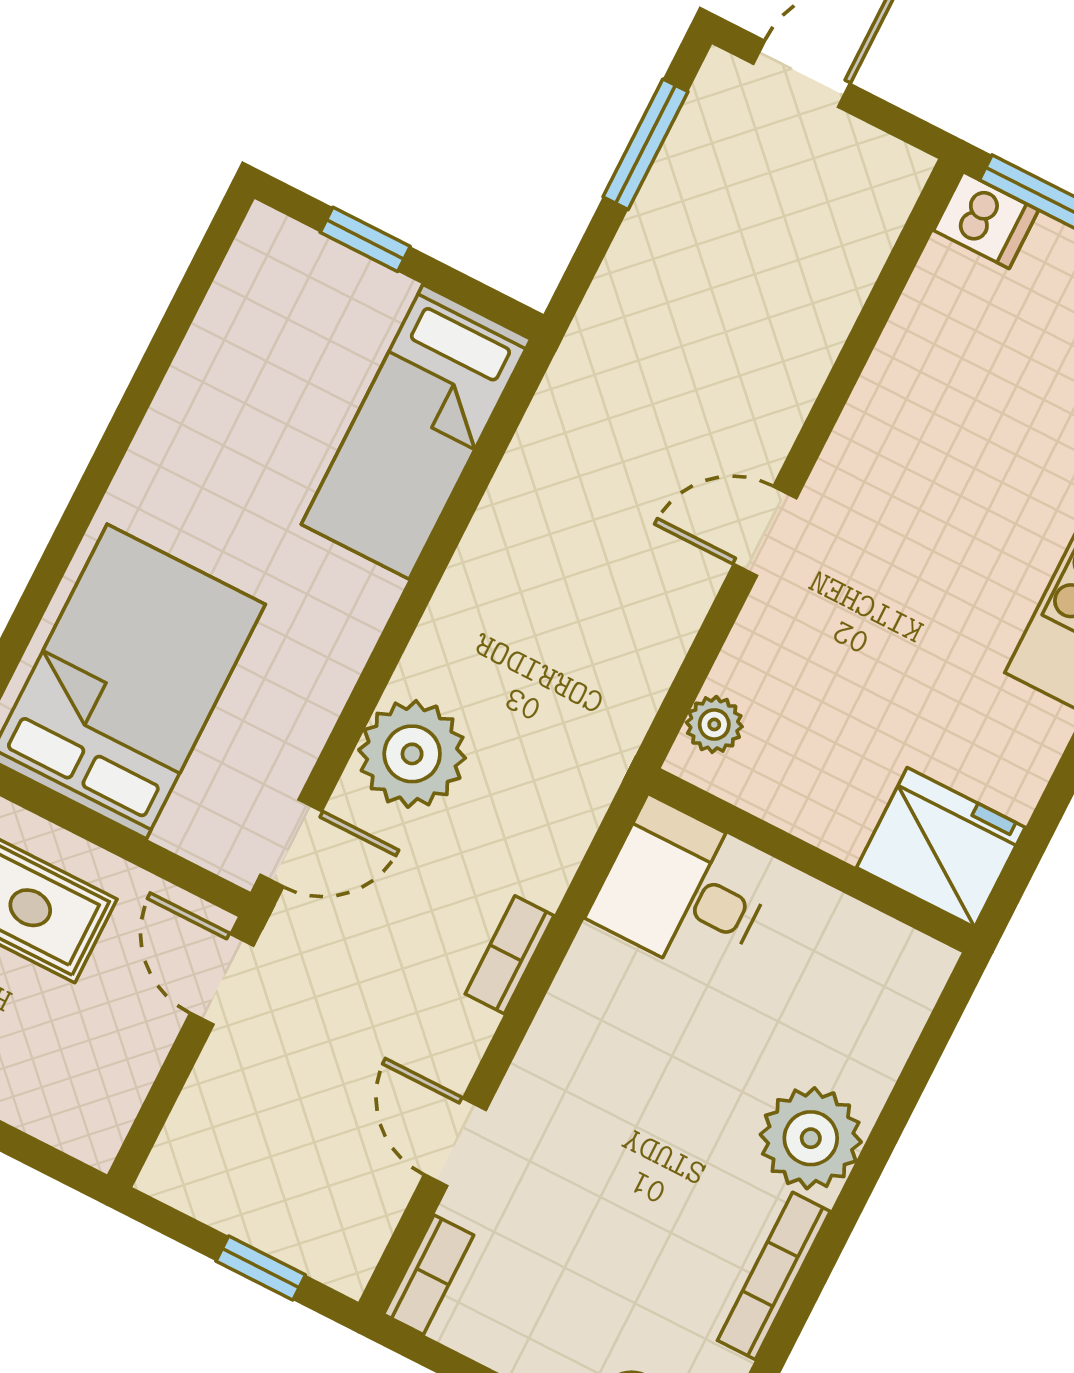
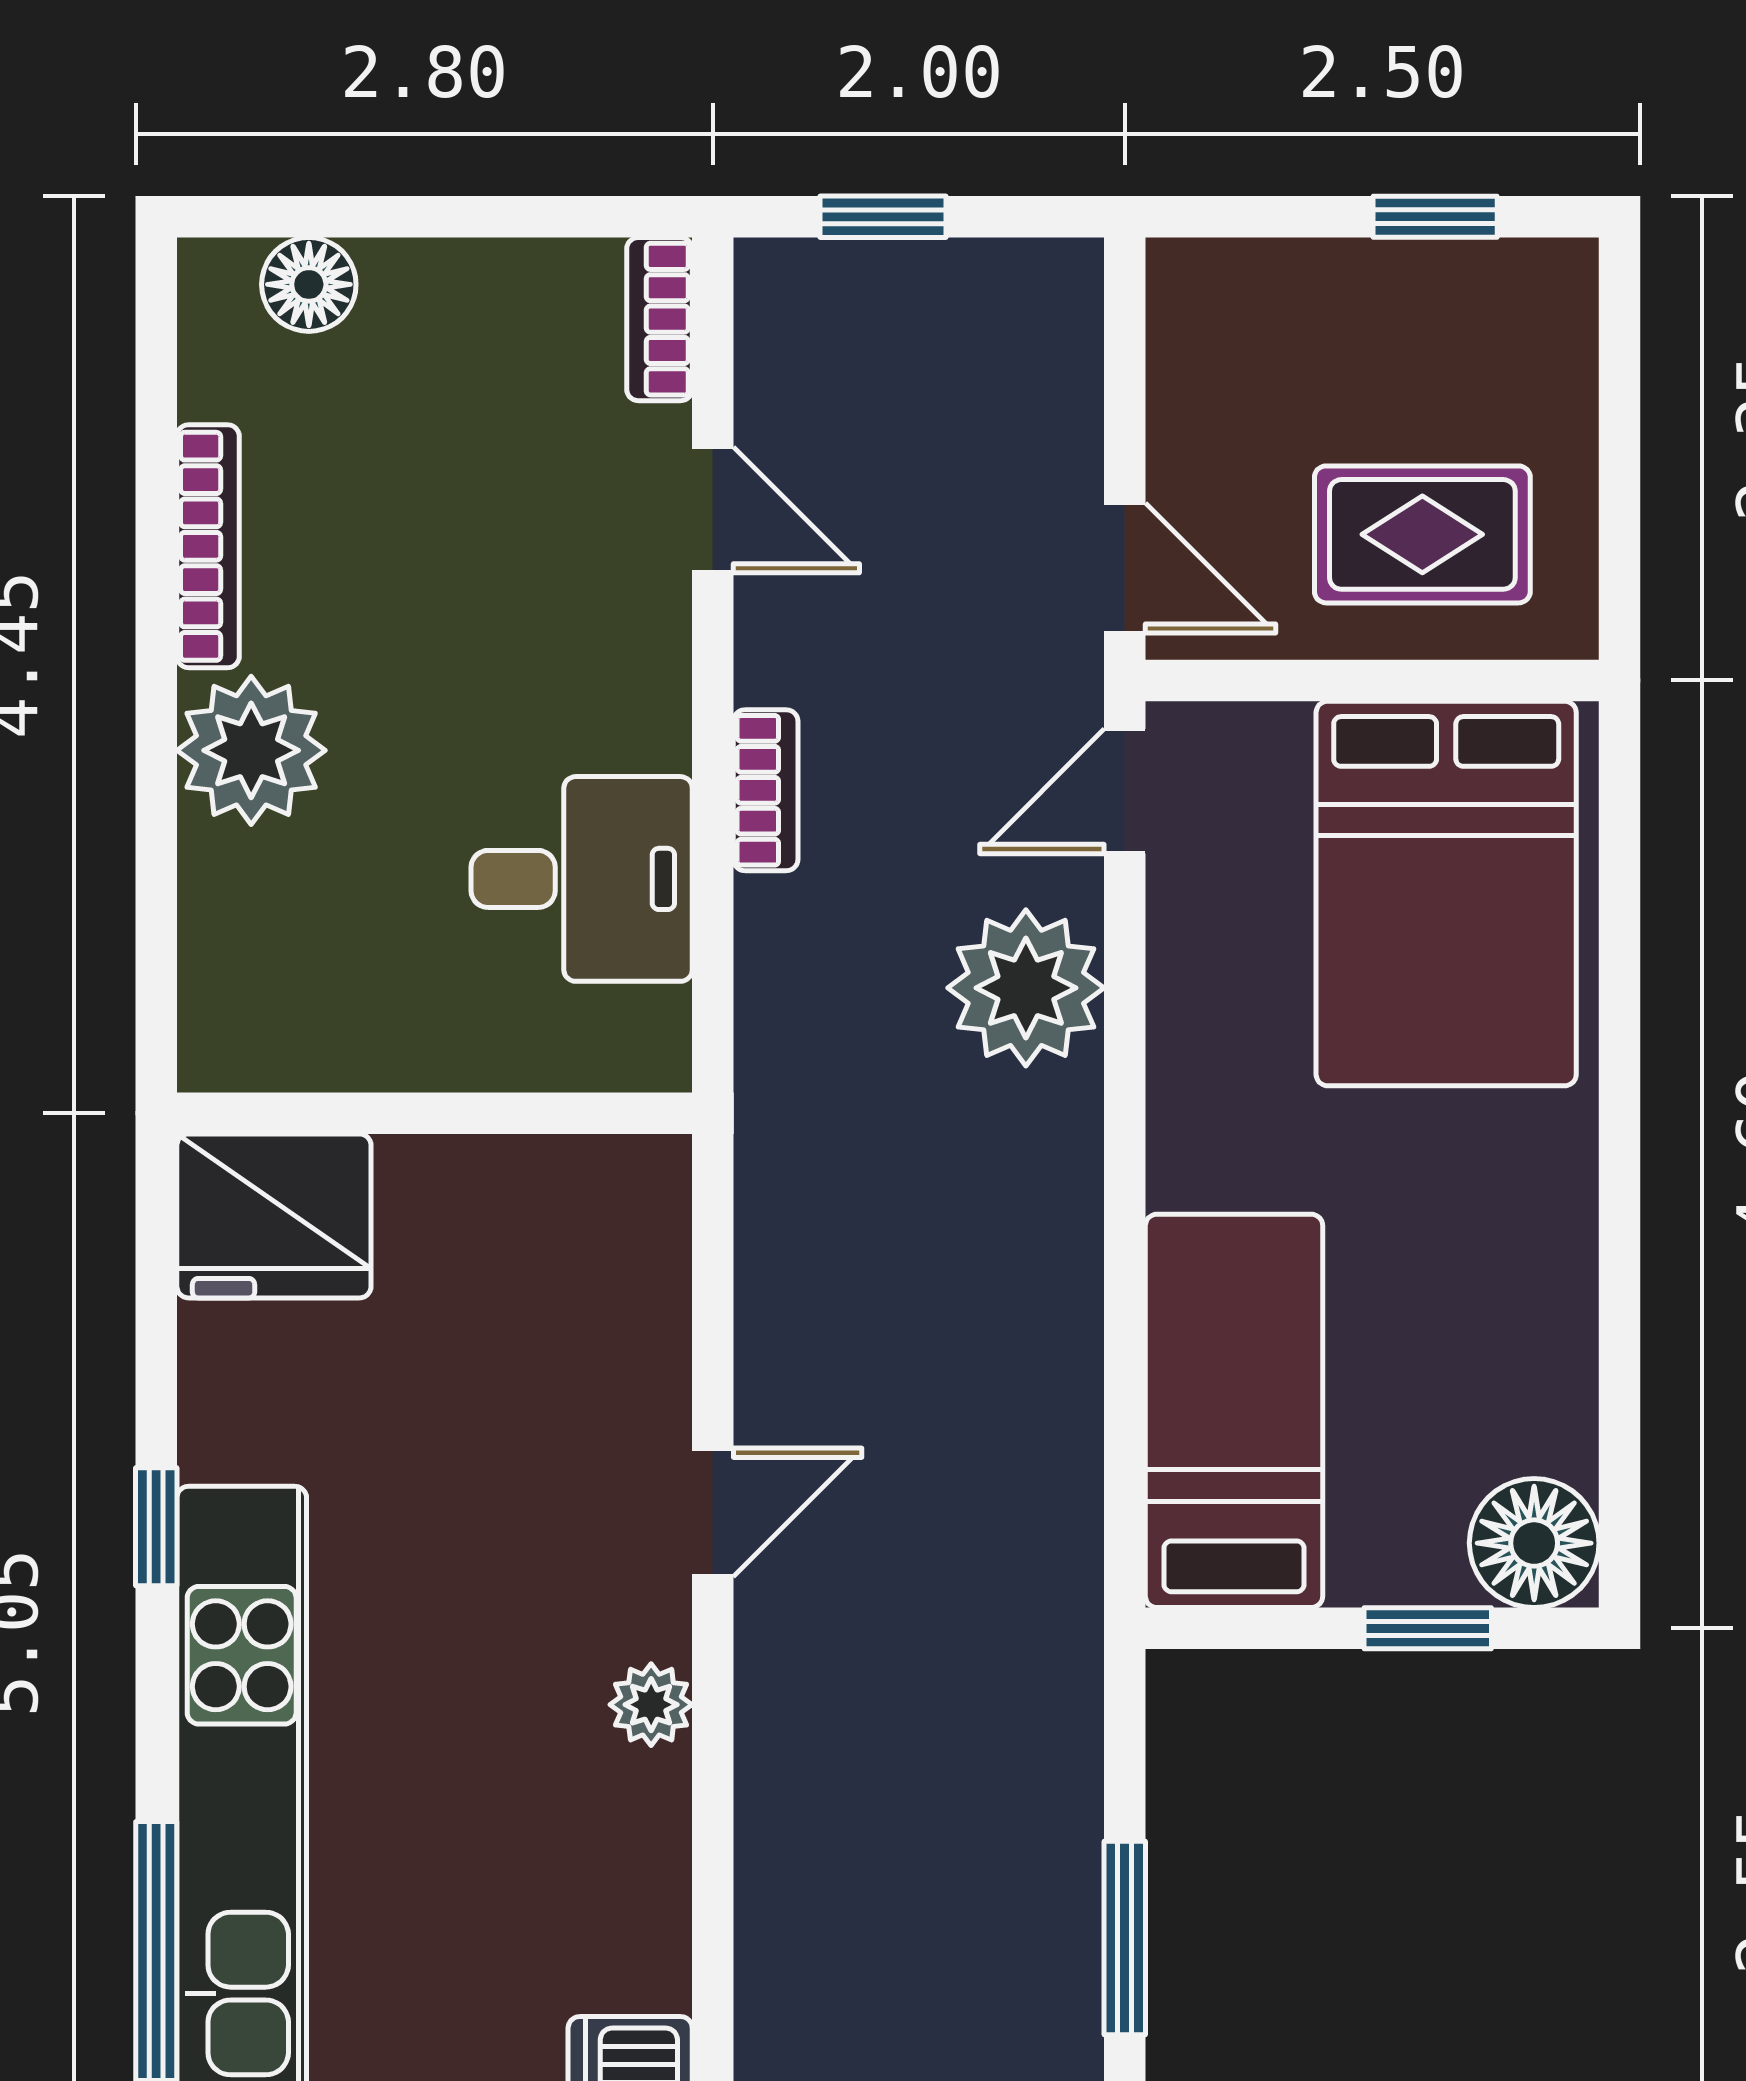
floor lamp: (274, 258) -> (1534, 1543), added
plant: (714, 724) -> (651, 1705), moved
desk: (684, 890) -> (582, 879), moved

